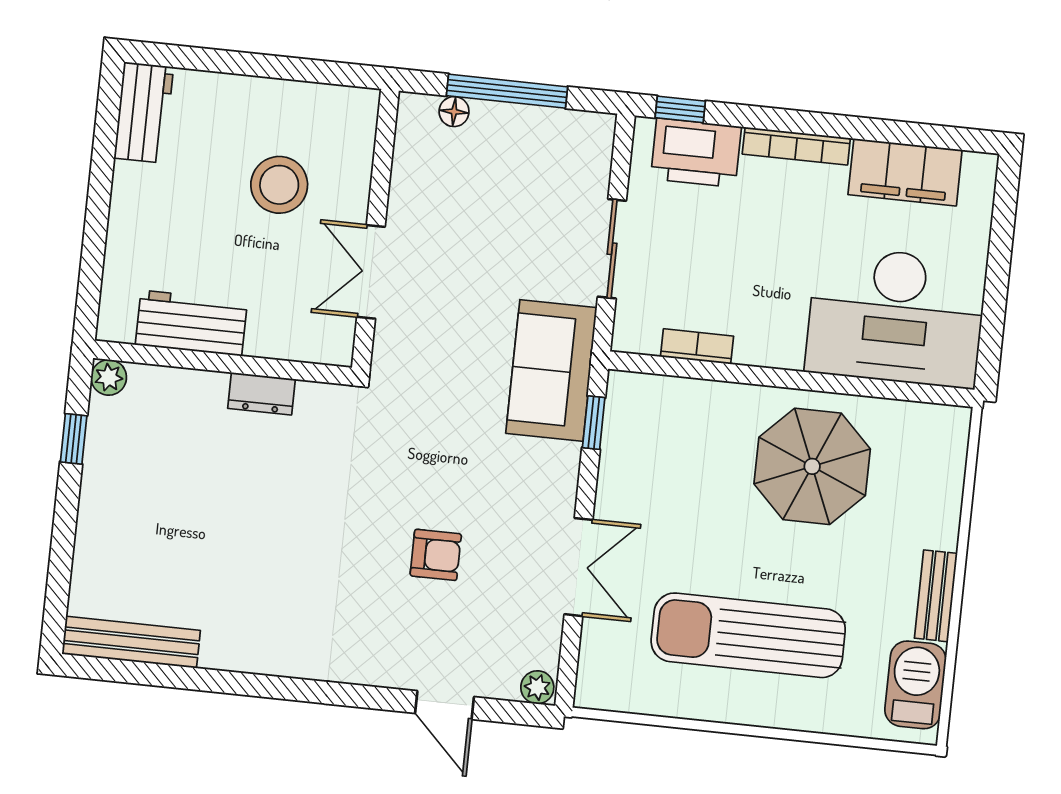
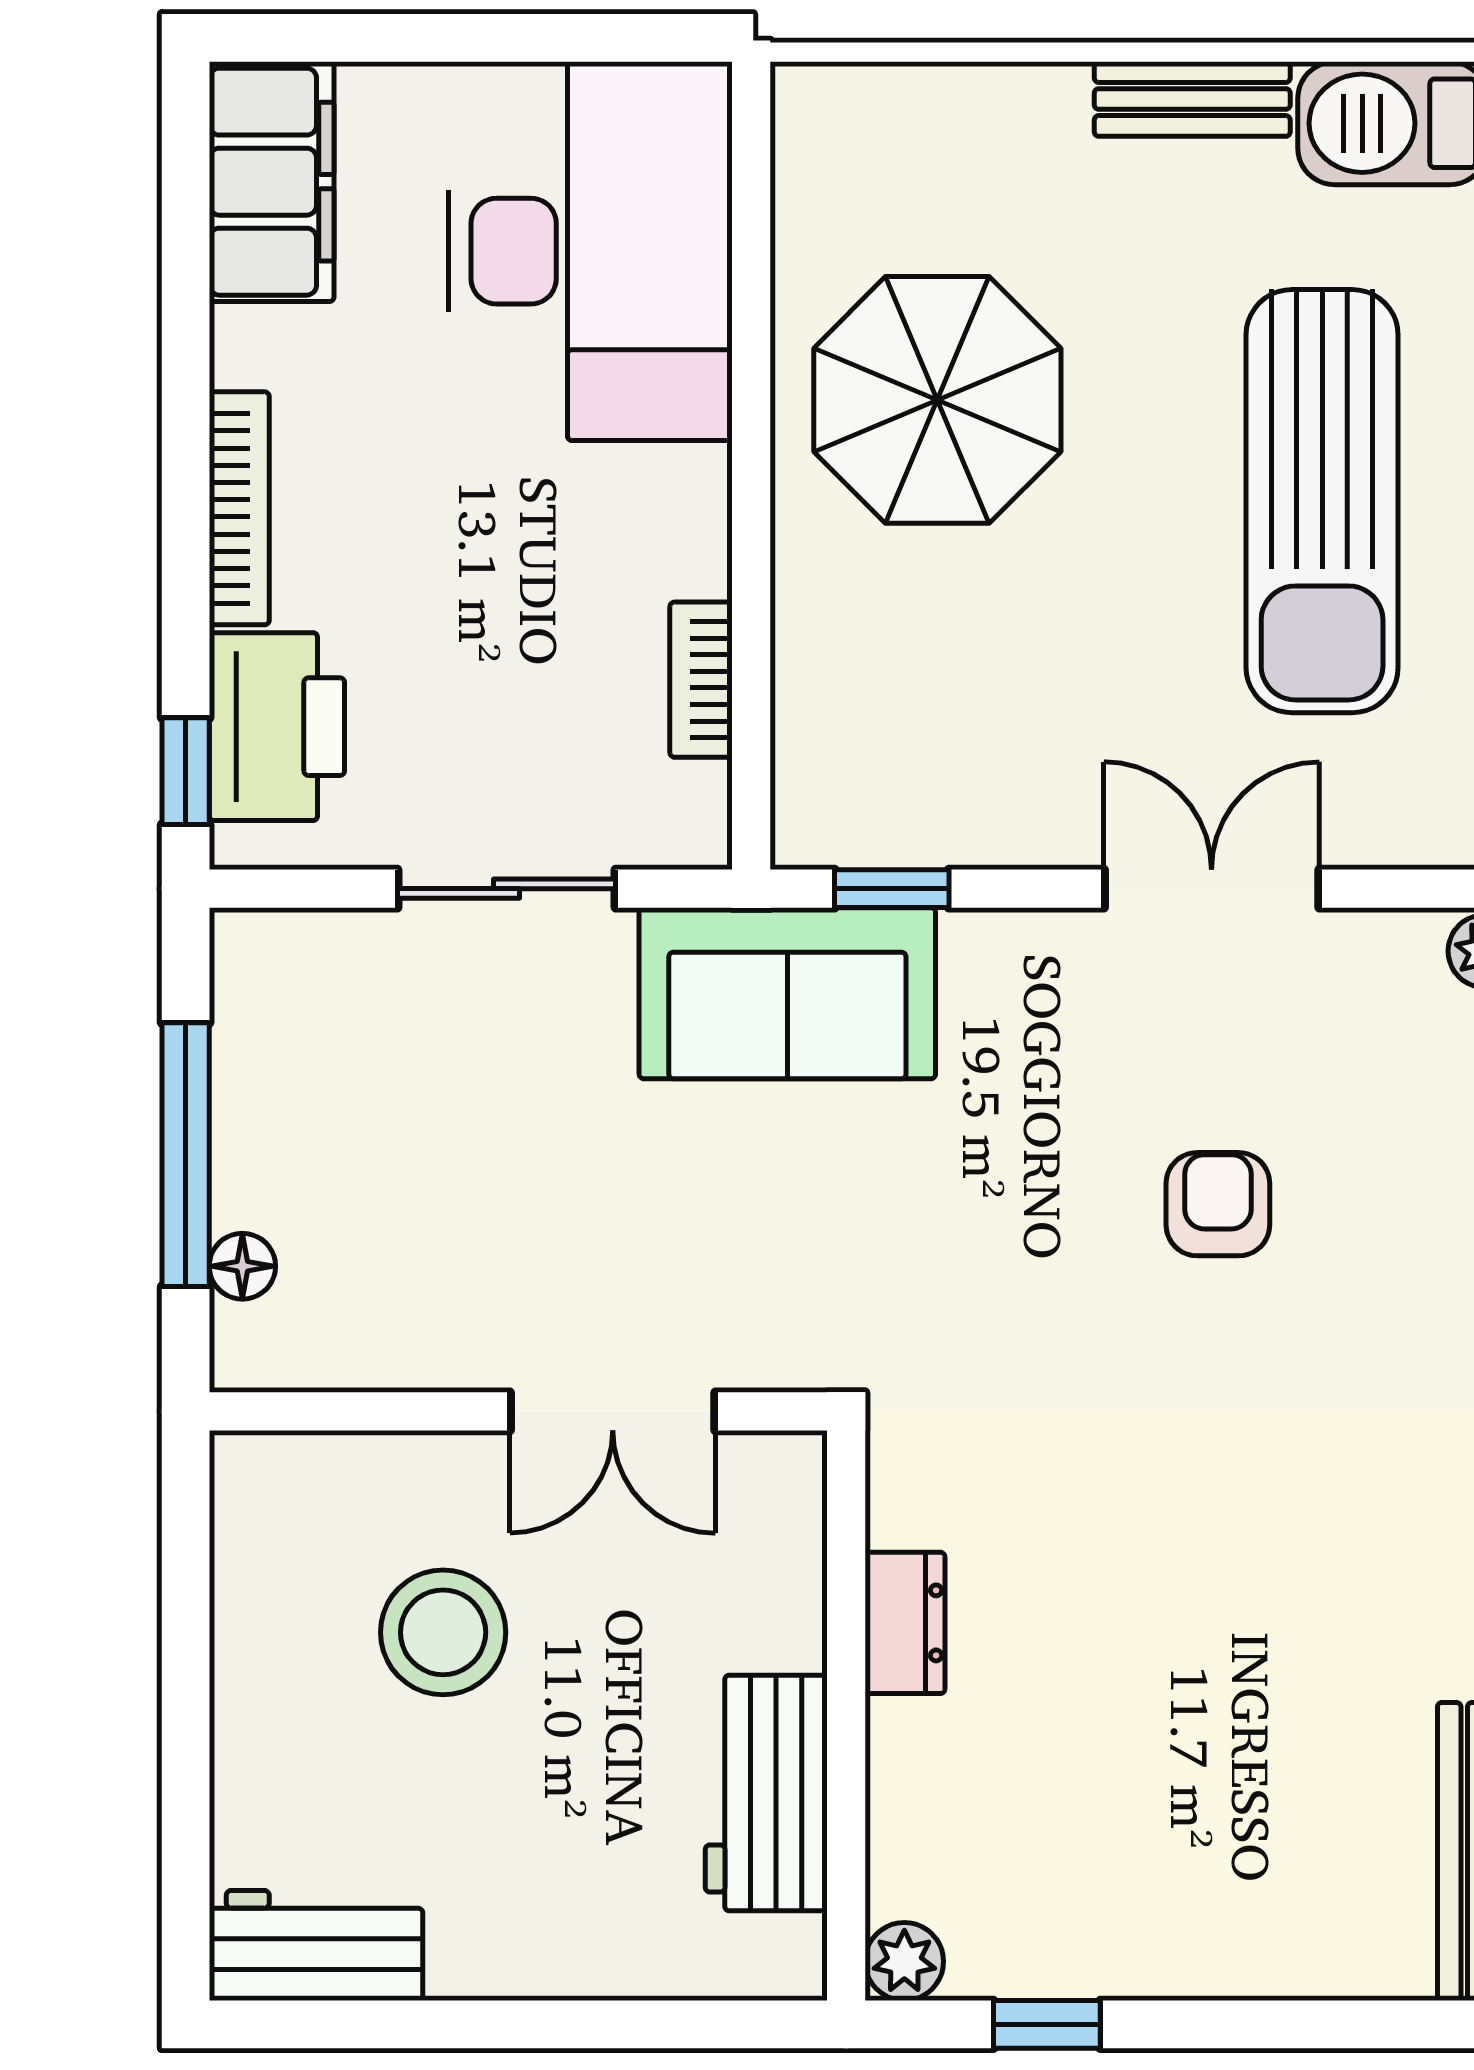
filing cabinet: (905, 172) -> (272, 182), moved

